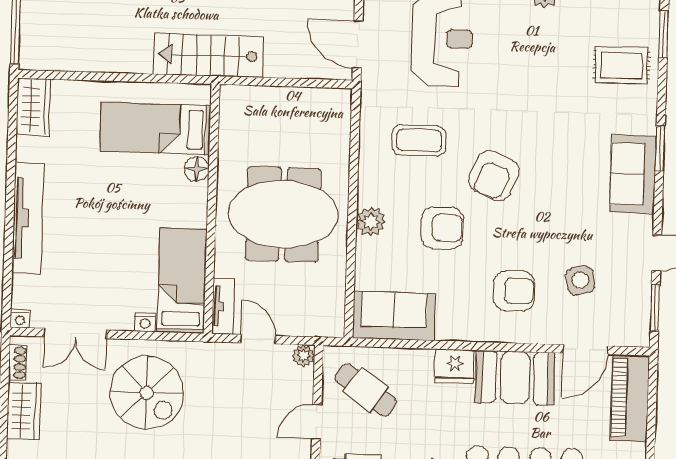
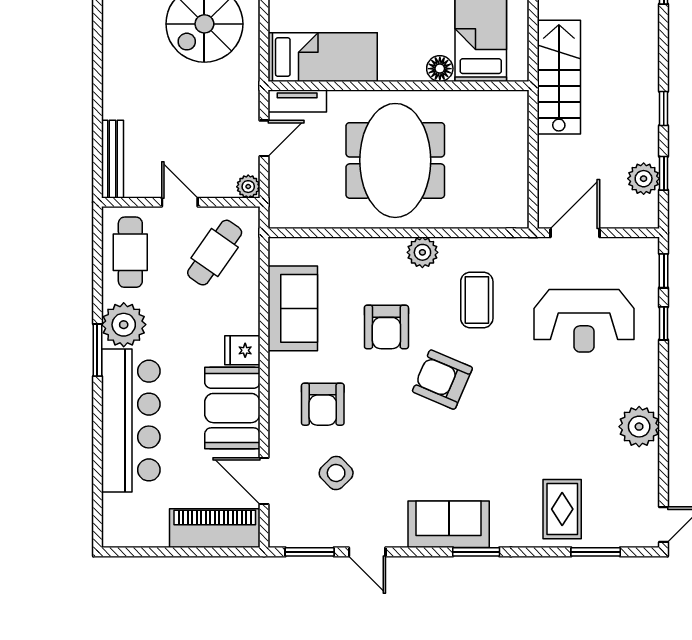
plant: (371, 222) -> (422, 252), moved
side table: (580, 280) -> (336, 473), turned -32
sofa: (394, 316) -> (293, 308), moved
nightstand: (145, 322) -> (278, 20), removed
fridge: (455, 366) -> (242, 350), width x0.72

